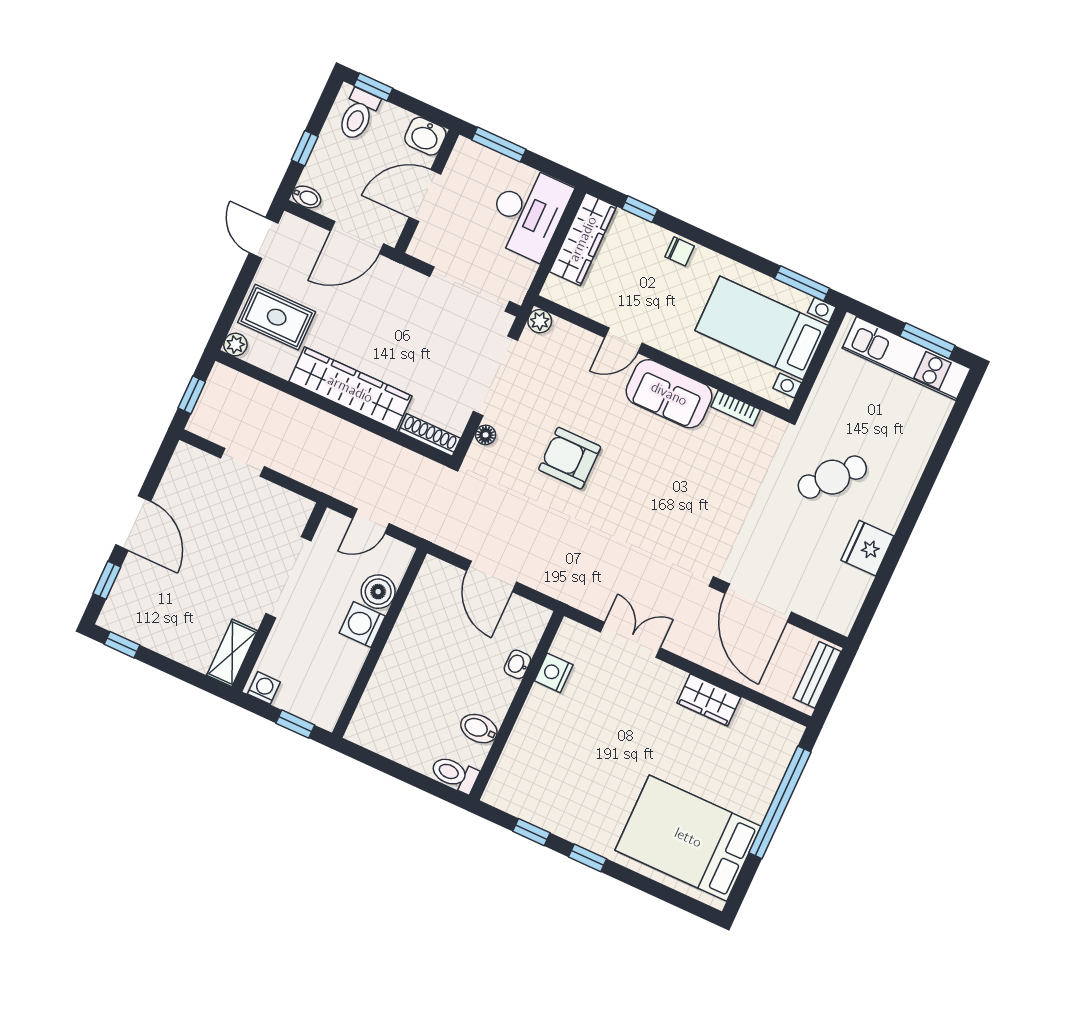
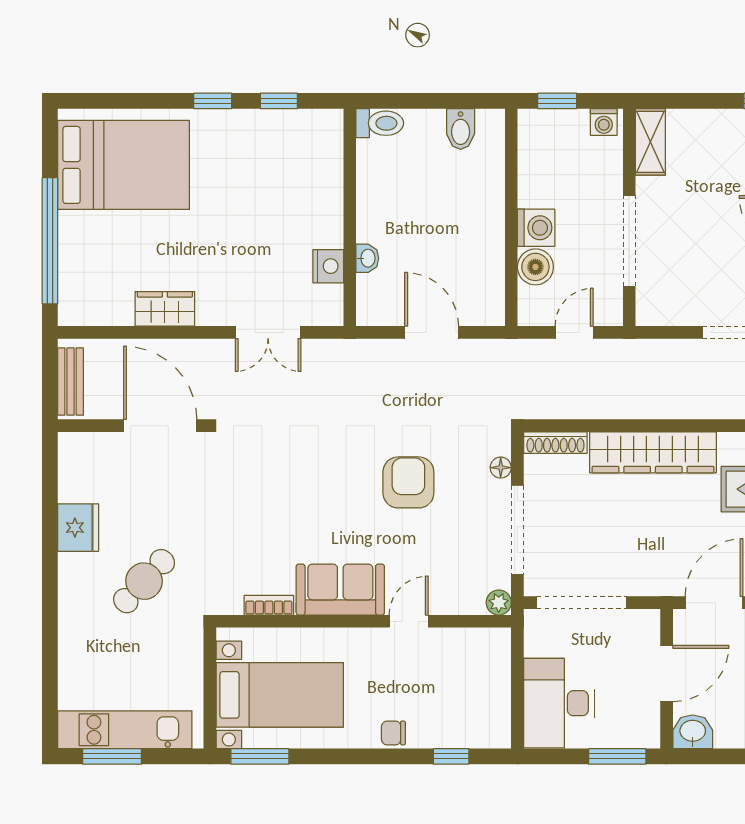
wardrobe: (583, 239) -> (493, 702), removed
armchair: (570, 458) -> (408, 482), turned -90
bidet: (479, 729) -> (461, 129), moved, turned 90

